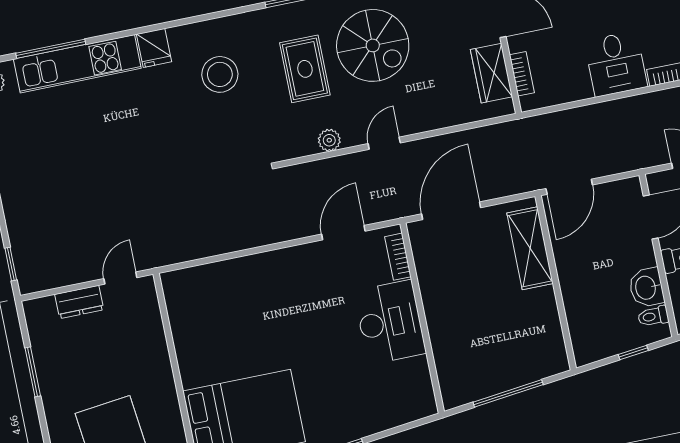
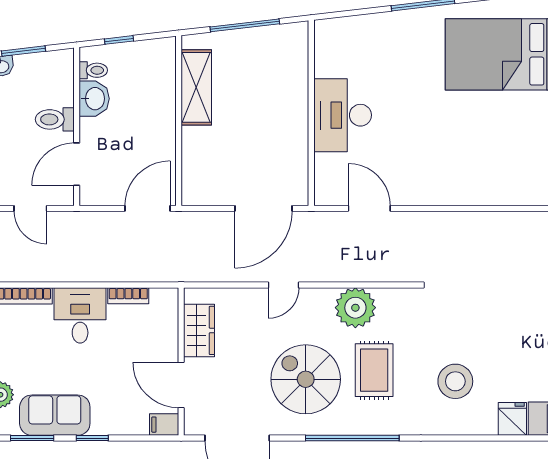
bookcase: (522, 74) -> (128, 296), moved, turned -90
plant: (329, 140) -> (355, 308), width x1.87, depth x1.87
door: (384, 143) -> (283, 285), moved
door: (343, 233) -> (369, 208), swing flipped
shelving: (530, 248) -> (196, 87), moved
bookcase: (398, 257) -> (322, 175), removed

